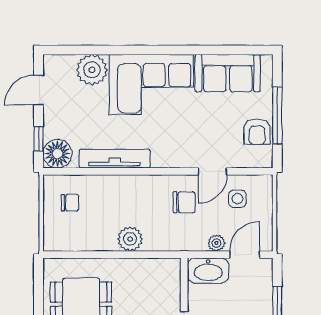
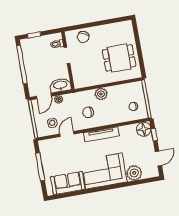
armchair: (257, 132) -> (49, 157), removed
tv unit: (115, 159) -> (101, 134), moved
chair: (184, 202) -> (88, 112), moved

